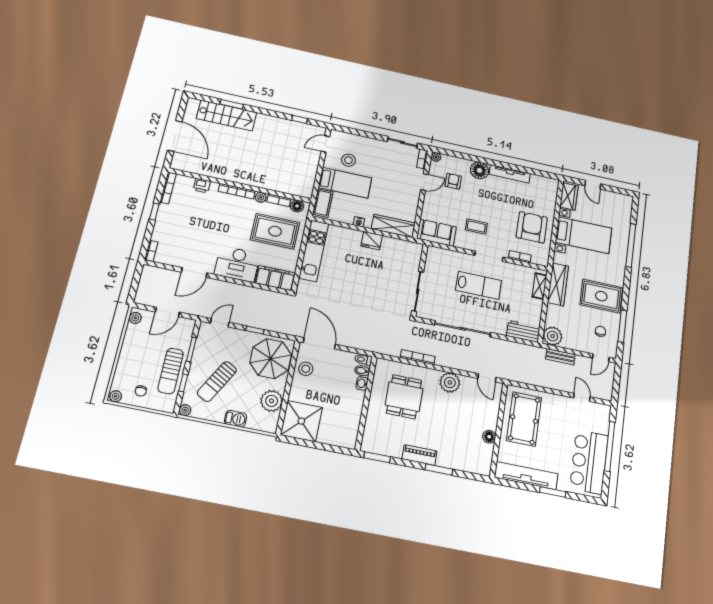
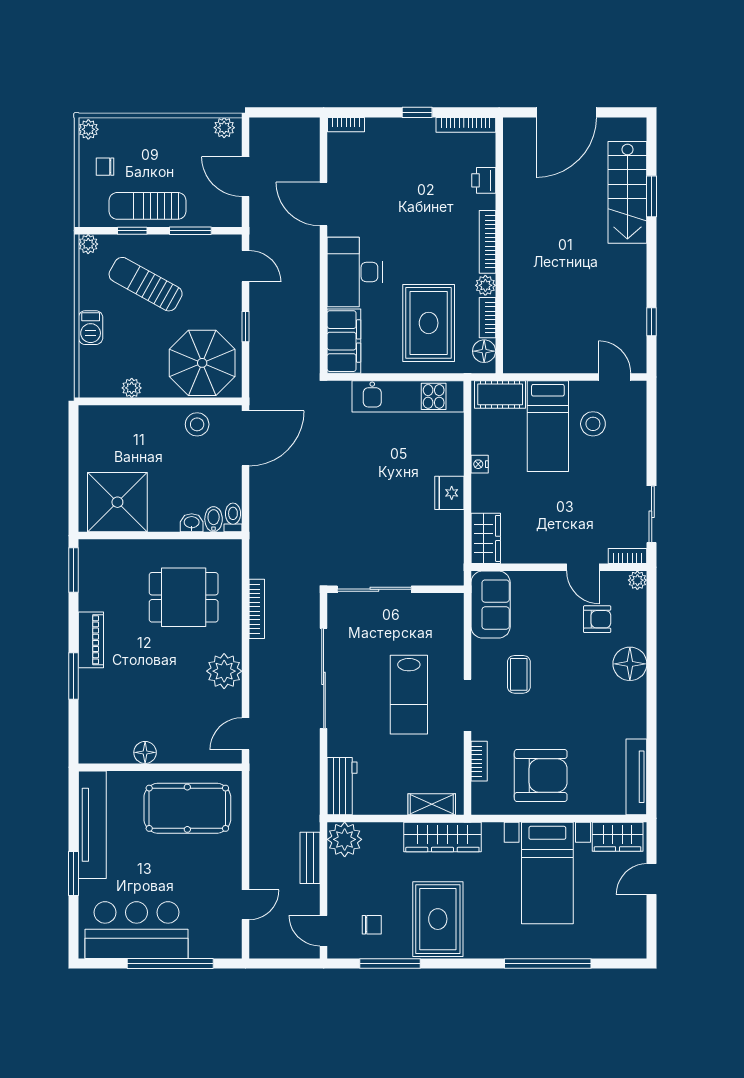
tv unit: (510, 174) -> (636, 777), moved
wardrobe: (393, 226) -> (486, 538), width x0.67
plant: (272, 401) -> (132, 388), width x0.53, depth x0.53
shower: (301, 421) -> (117, 502), moved

